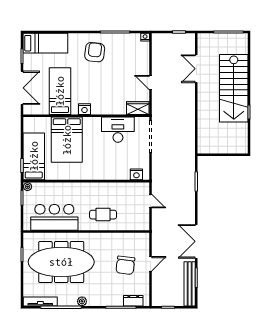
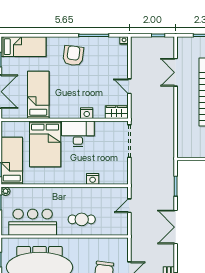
nightstand: (84, 109) -> (87, 113), moved
desk: (118, 130) -> (78, 134), moved
nightstand: (136, 174) -> (93, 179), moved
door: (150, 201) -> (129, 206), swing flipped
double door: (196, 241) -> (176, 227), moved

